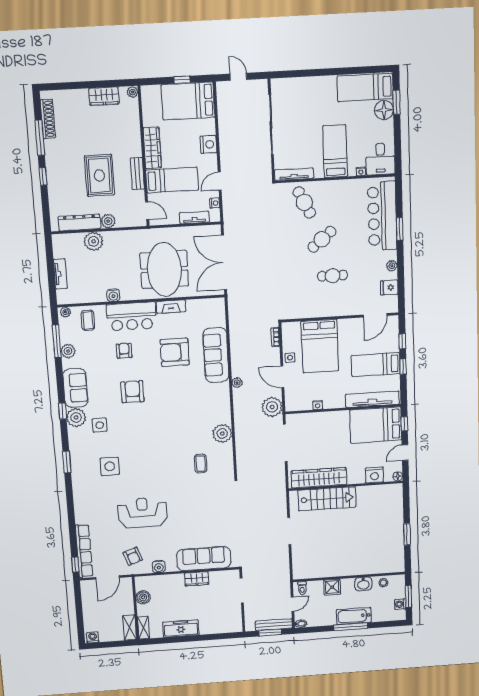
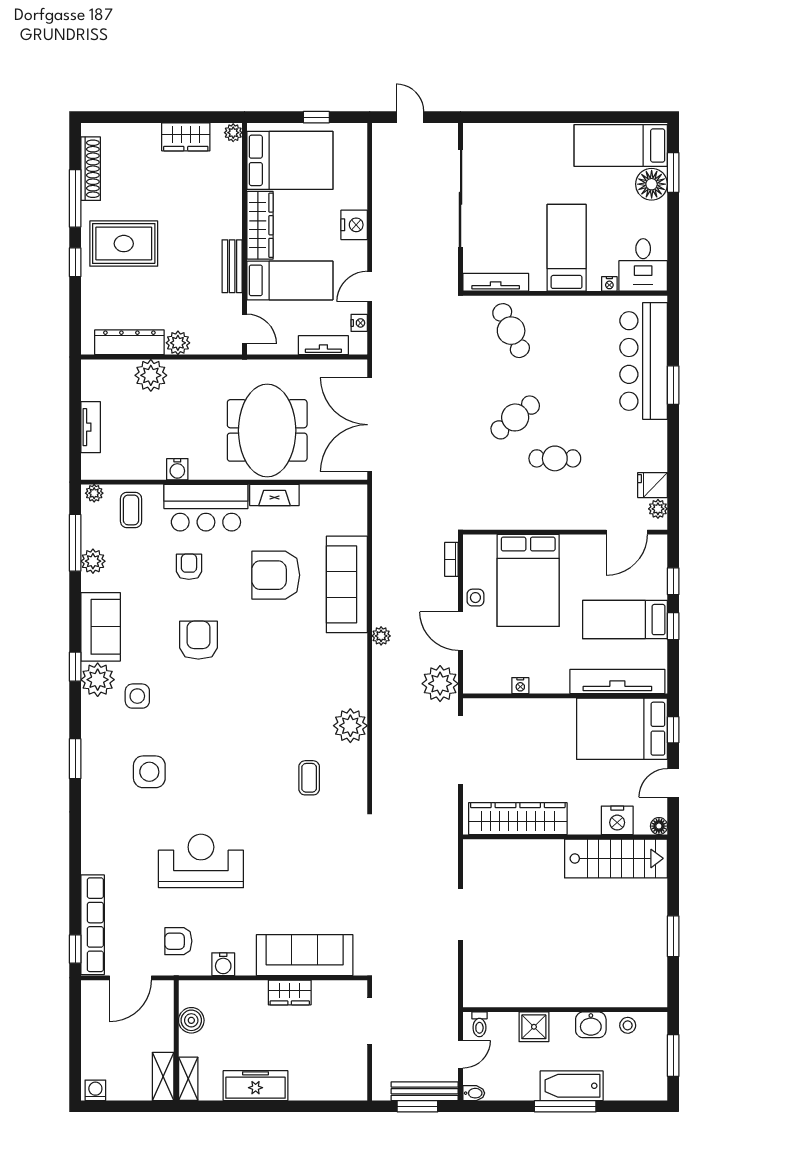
bed: (188, 101) -> (290, 160), moved, turned 180
rug: (99, 175) -> (124, 244), moved, turned 90
cafe table: (322, 239) -> (515, 417), moved
plant: (392, 266) -> (658, 509), moved
stairs: (327, 499) -> (616, 858), moved
armchair: (133, 556) -> (178, 941), turned 110
washing machine: (400, 604) -> (657, 1069), removed

